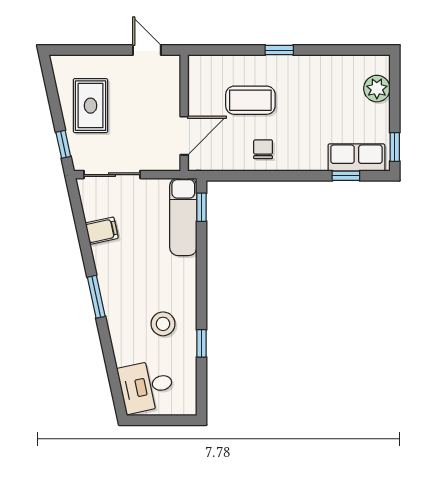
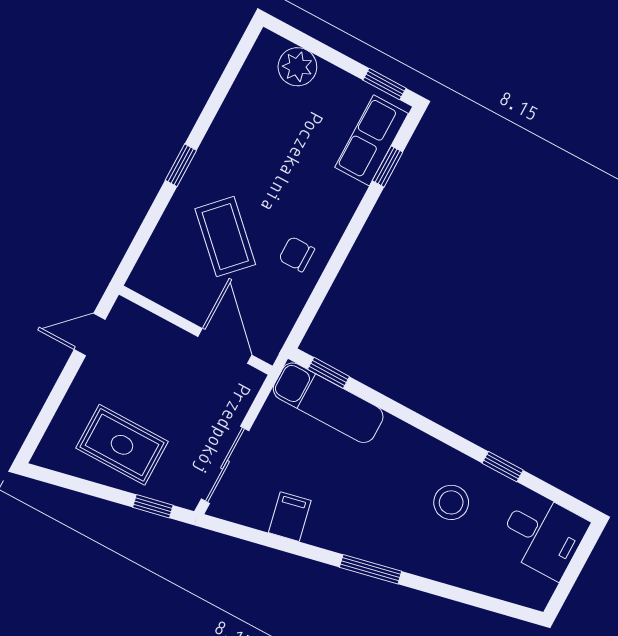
coffee table: (250, 100) -> (225, 237), turned -46
desk: (146, 386) -> (543, 535), moved, turned -78

